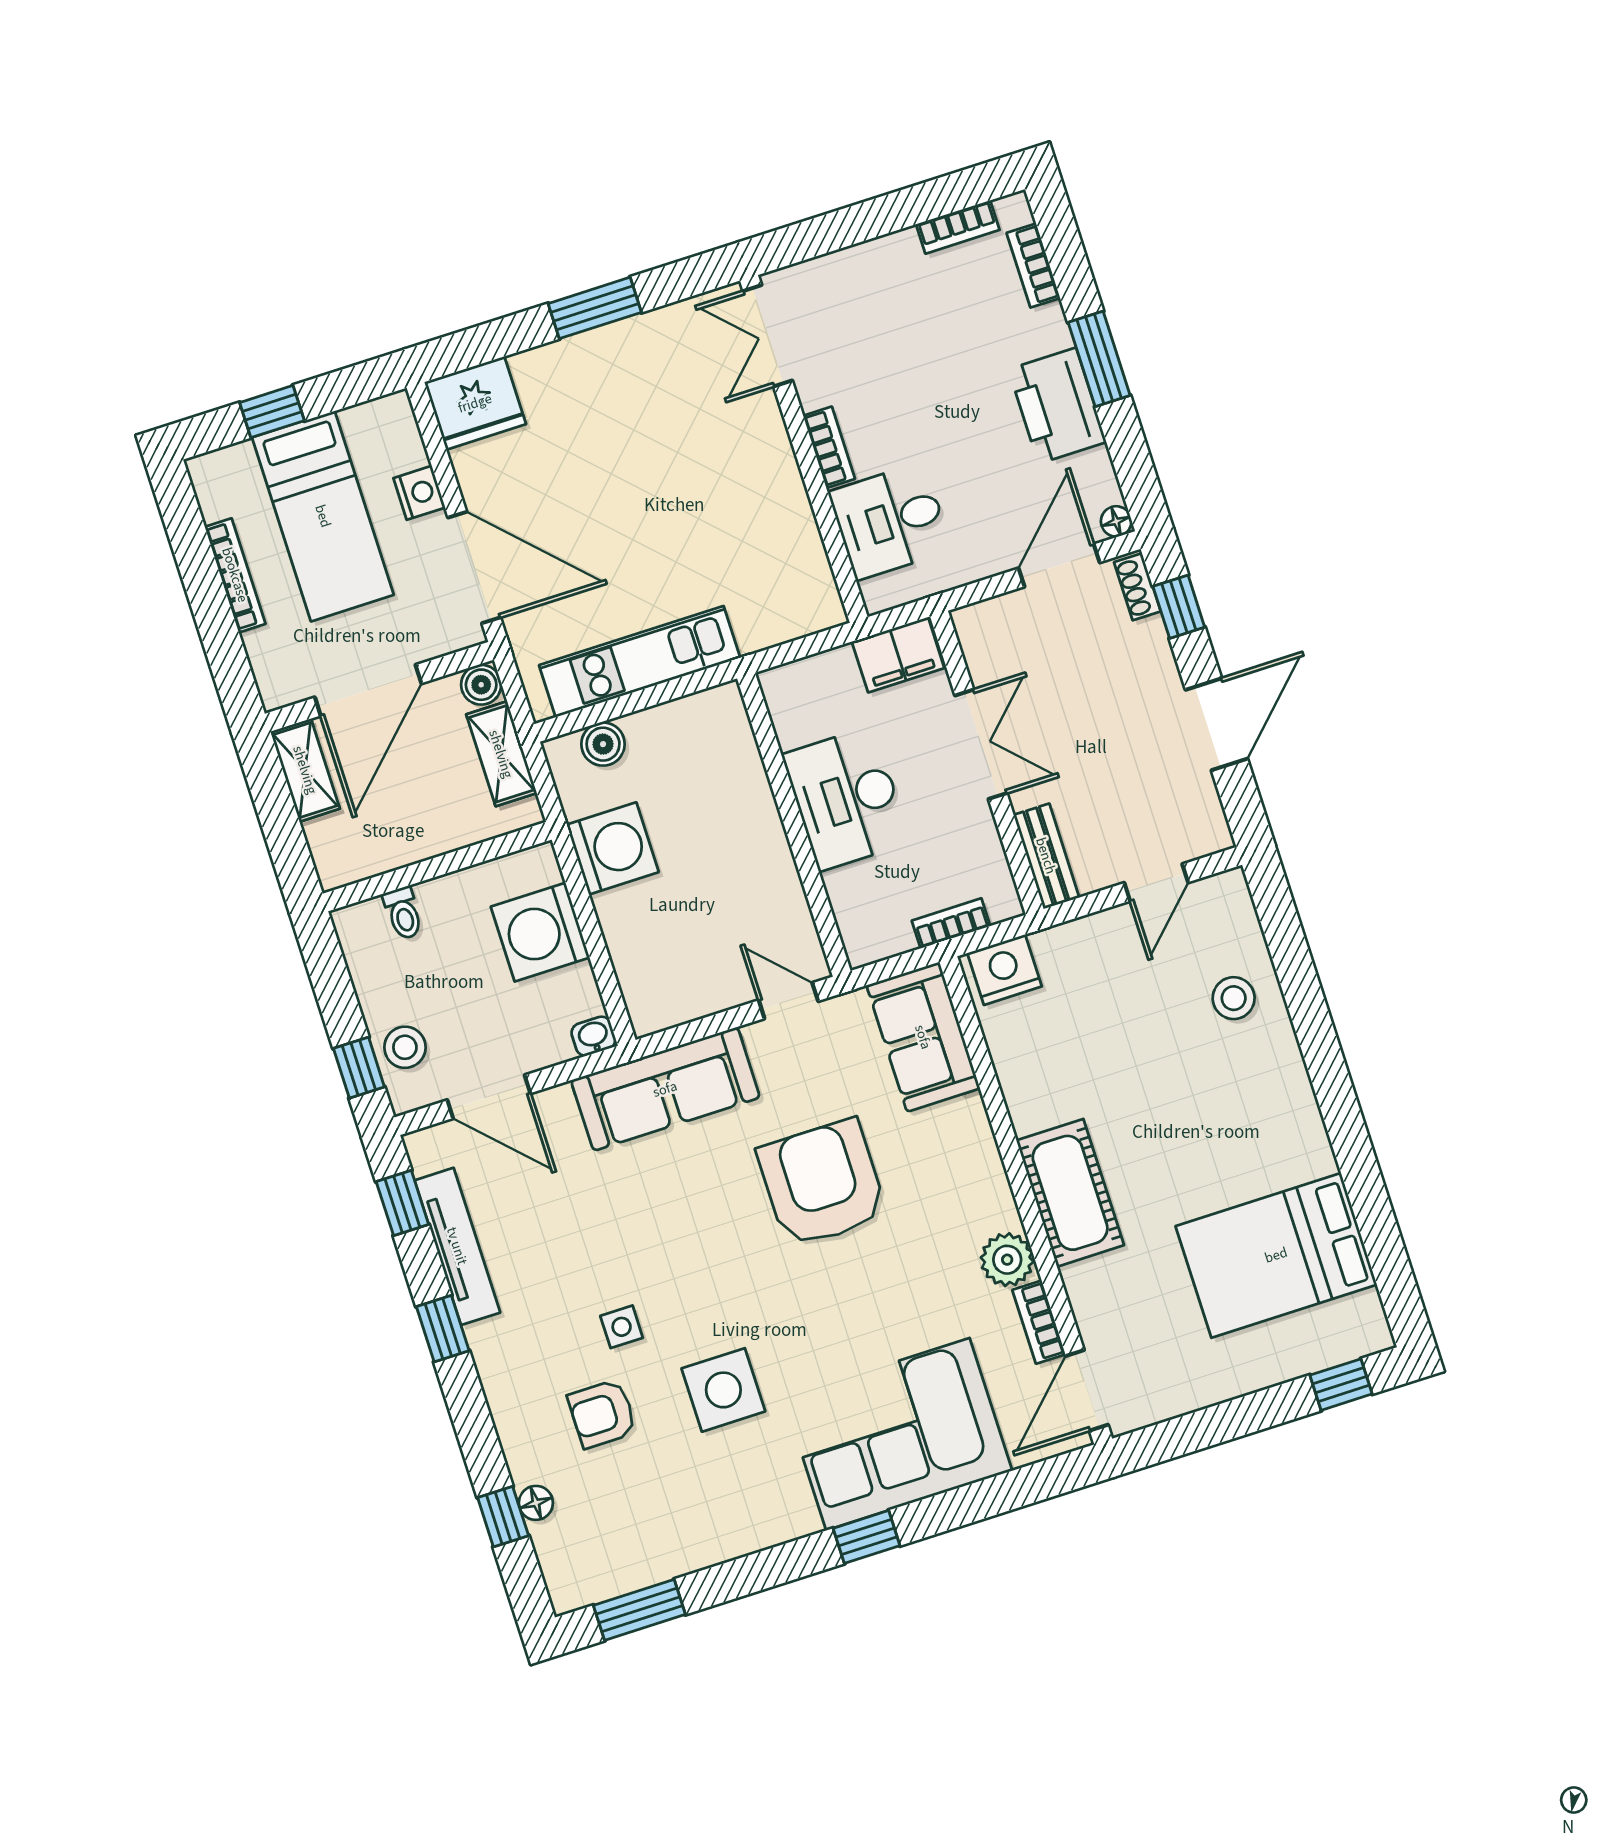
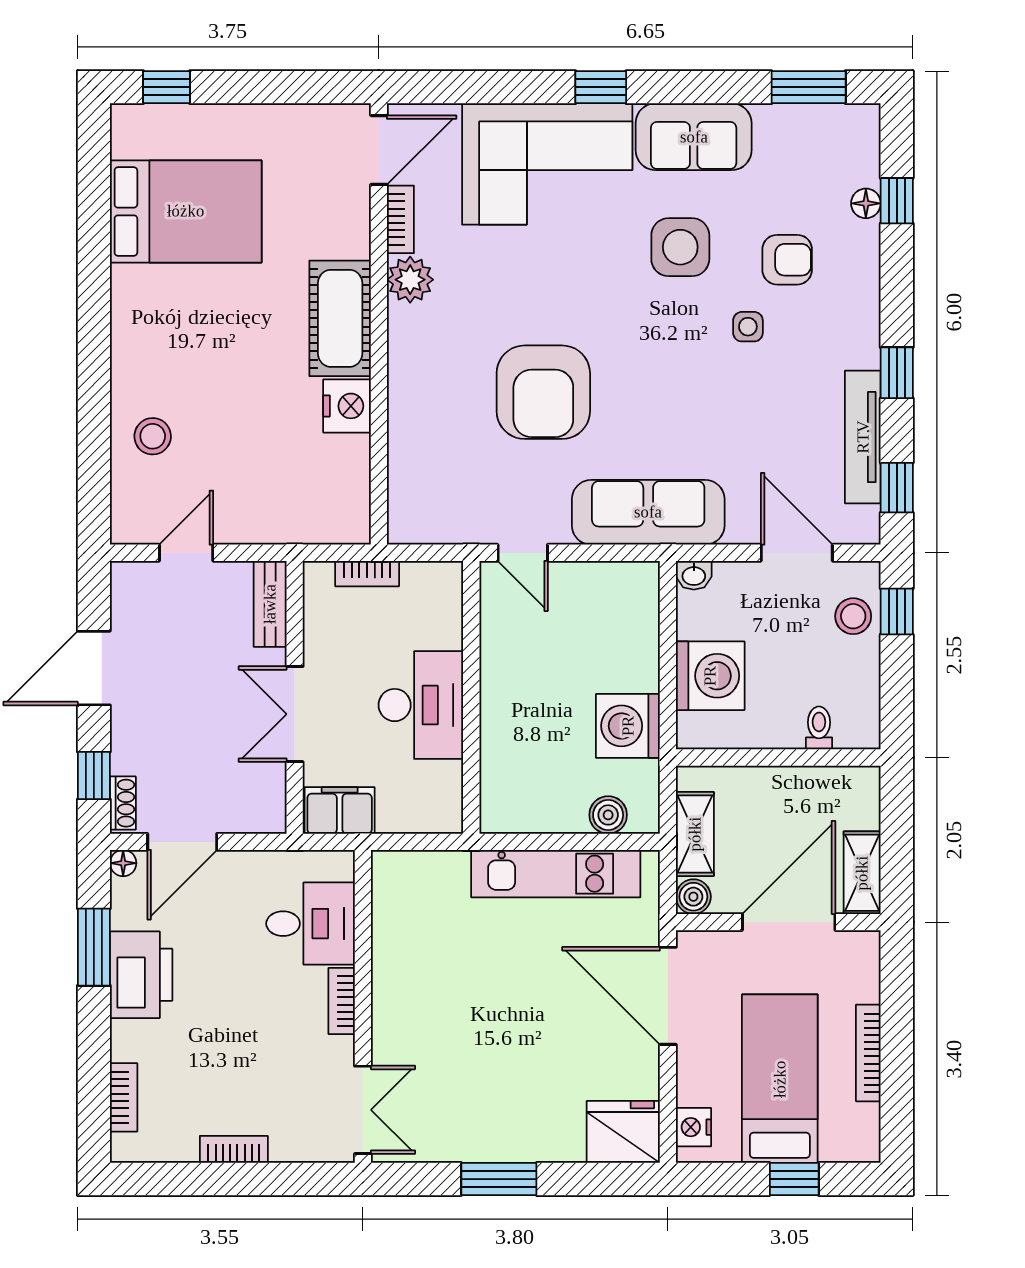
bookcase: (958, 227) -> (234, 1149), moved
window: (1099, 359) -> (94, 947), moved
nightstand: (419, 493) -> (694, 1127), moved
nightstand: (1004, 970) -> (347, 406), moved, turned -90
sofa: (923, 1037) -> (694, 137), moved, turned 90

